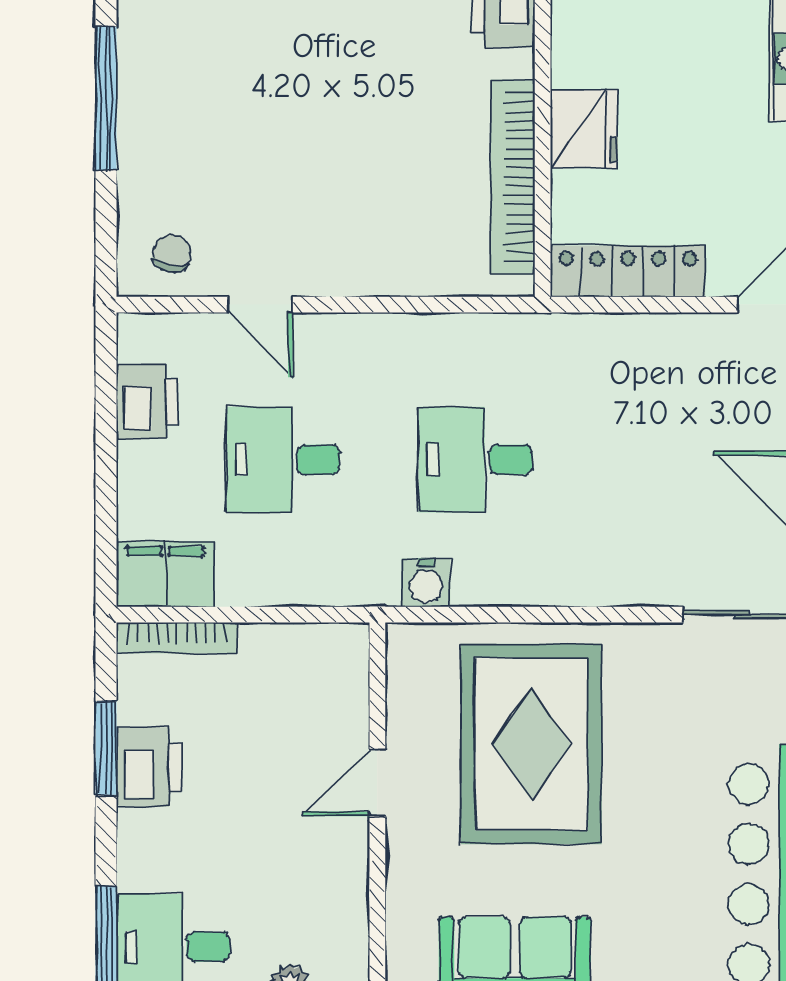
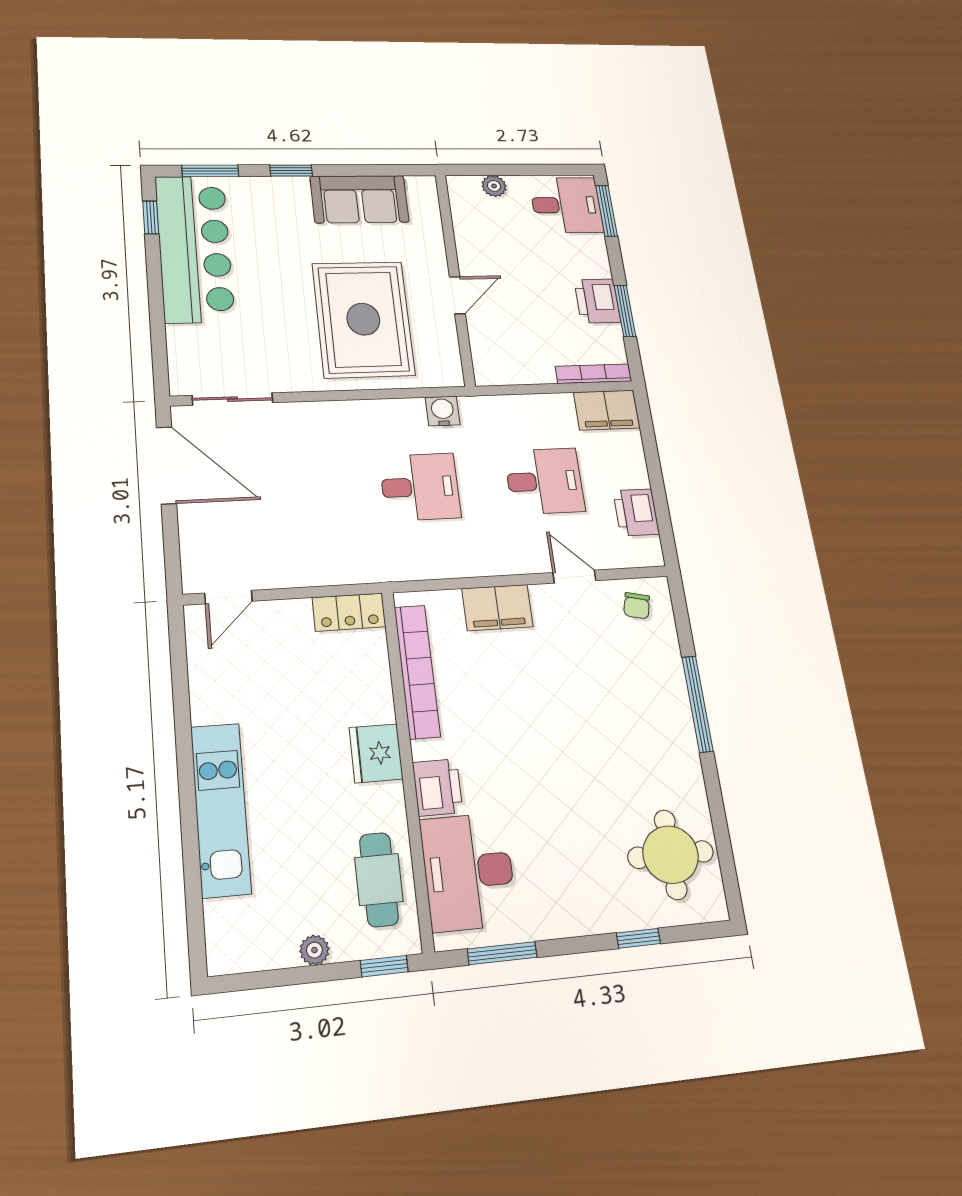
fridge: (584, 129) -> (376, 753), moved
filing cabinet: (384, 264) -> (497, 608), added
locker: (628, 271) -> (349, 612), width x0.66

